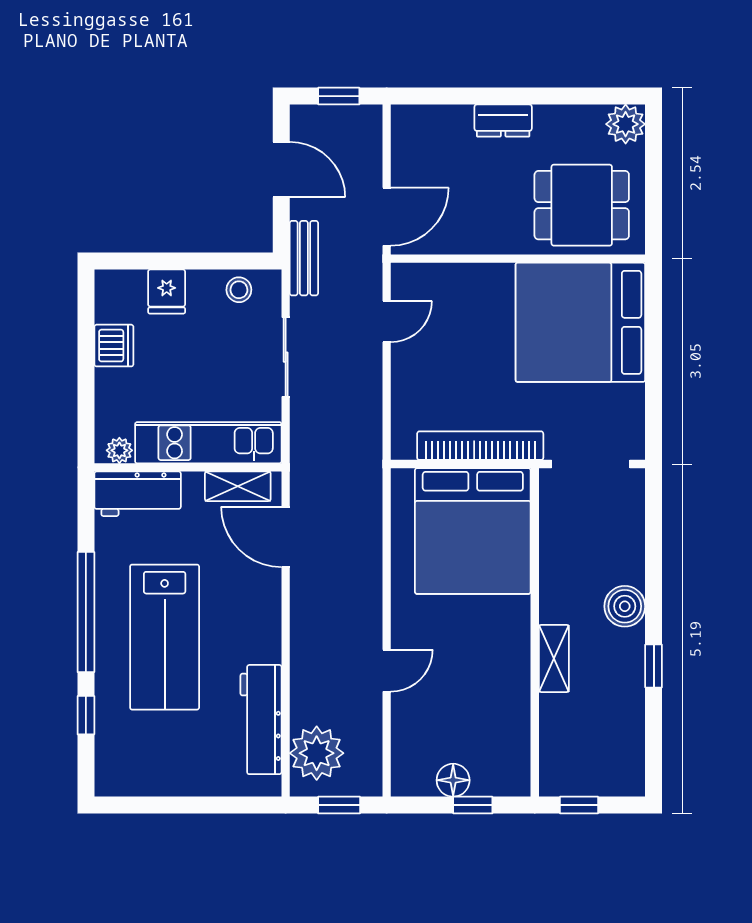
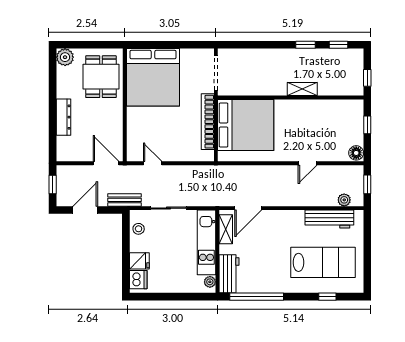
dresser: (503, 121) -> (63, 117), width x1.44
dishwasher: (114, 346) -> (138, 280), moved, turned 90
boiler: (625, 606) -> (279, 58), removed
window: (86, 612) -> (257, 297), moved
lab bench: (165, 637) -> (323, 262), moved
door: (387, 671) -> (308, 163), swing flipped
window: (654, 740) -> (338, 45), added
plant: (317, 753) -> (344, 200), width x0.53, depth x0.53
floor lamp: (453, 780) -> (356, 153), moved

